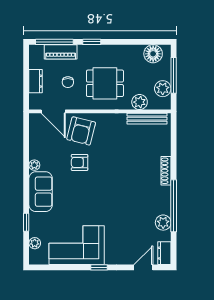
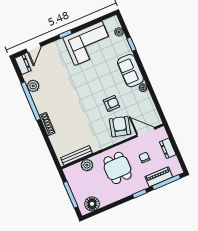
dining table: (105, 83) -> (117, 168), turned 90
plant: (163, 89) -> (74, 182), removed

